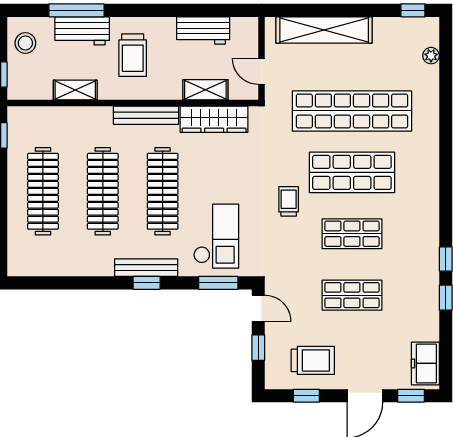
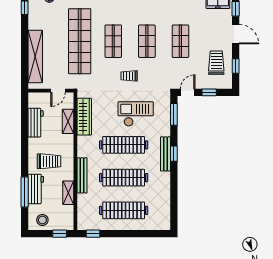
bench: (146, 115) -> (82, 175), moved
shop shelf: (352, 172) -> (113, 41), width x0.70, depth x0.74
checkout: (216, 236) -> (136, 114), moved

